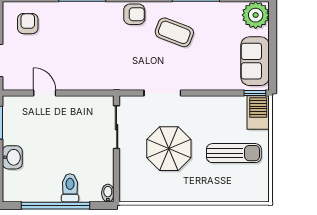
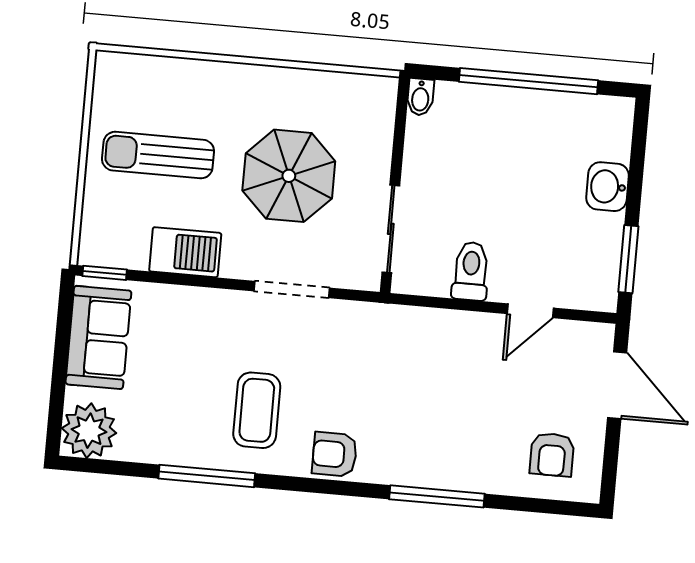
coffee table: (174, 32) -> (257, 410), turned 69
door: (45, 93) -> (530, 311), hinge flipped
barbecue: (258, 113) -> (185, 252), moved, turned -90
toilet: (70, 188) -> (471, 271), moved, turned 180

